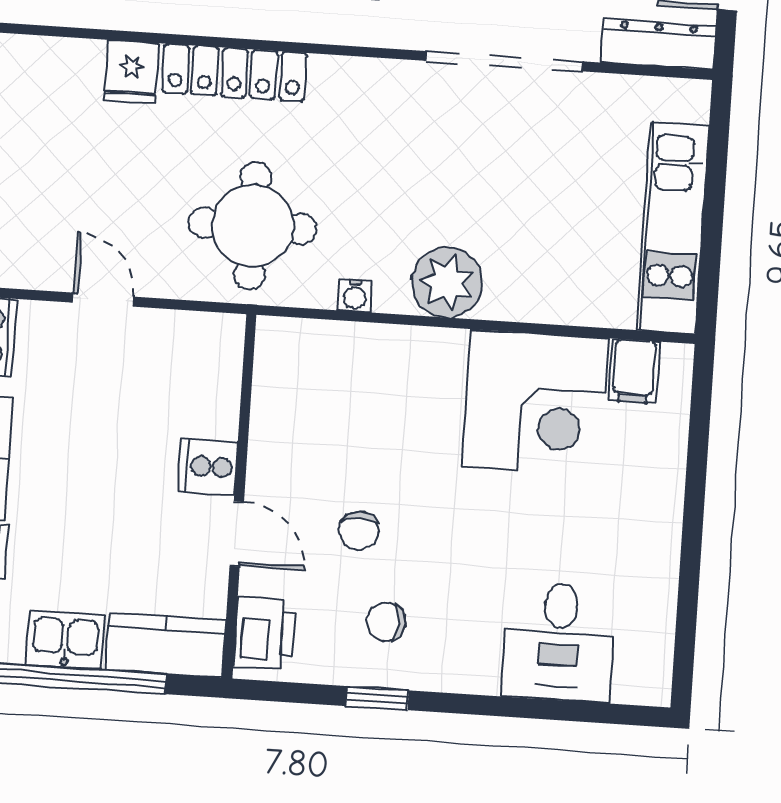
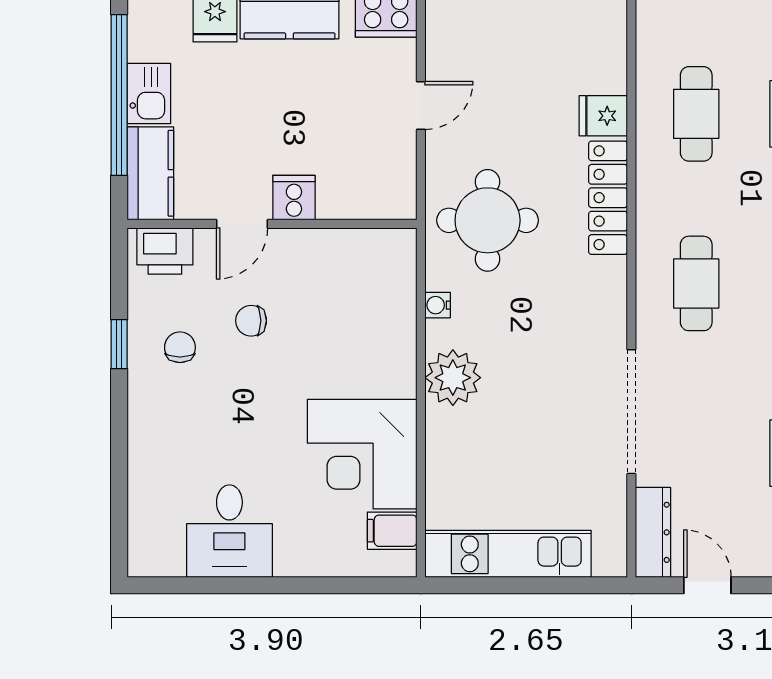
desk: (559, 642) -> (229, 531), moved, turned -90

